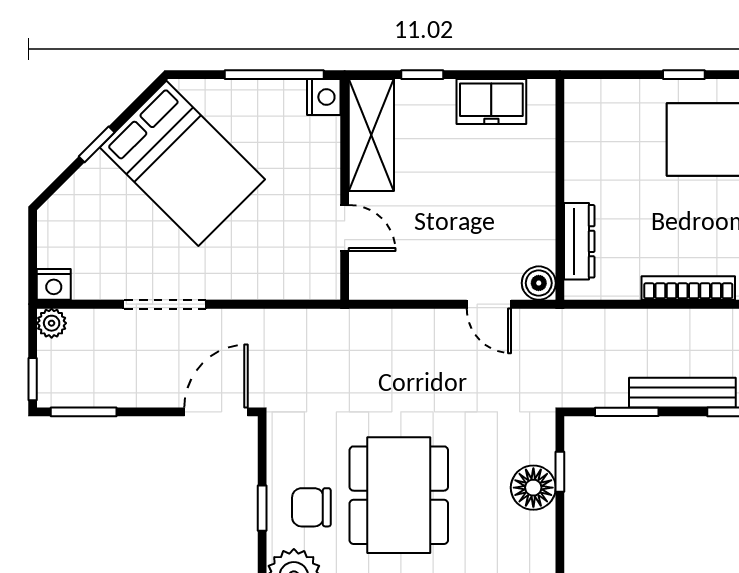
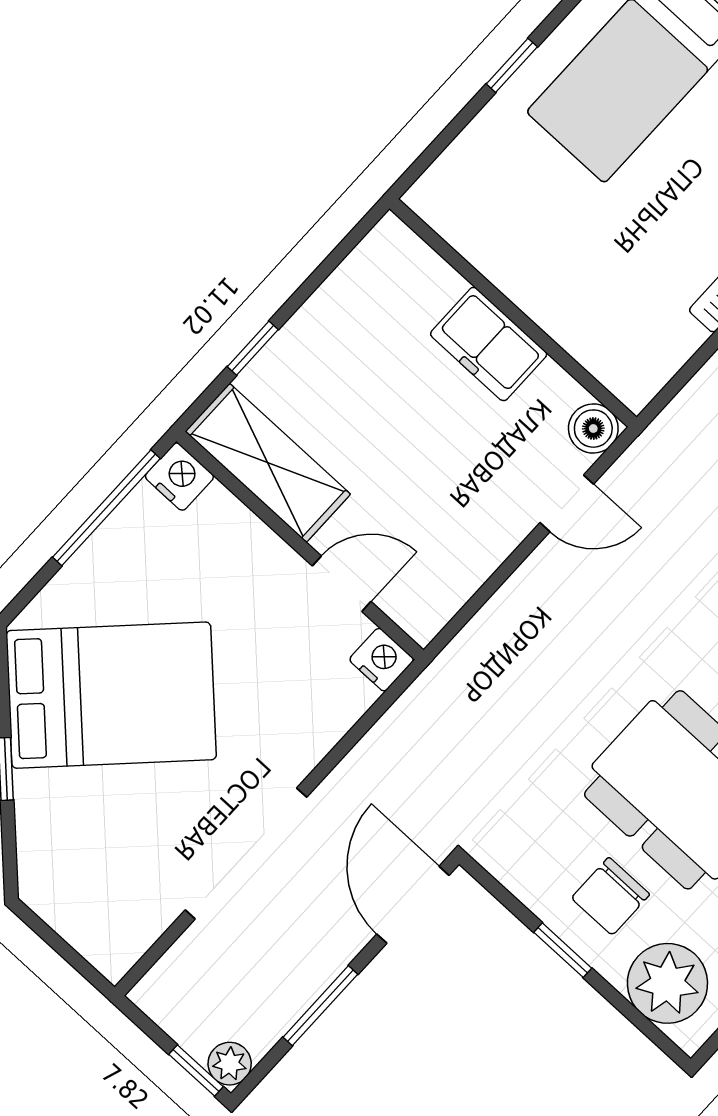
freezer: (491, 102) -> (489, 344), moved, turned 90
dresser: (579, 241) -> (588, 343), removed
nightstand: (54, 284) -> (382, 660), moved, turned -90
doorway: (165, 304) -> (246, 854), width x1.36
plant: (52, 323) -> (230, 1064), moved
window: (84, 412) -> (320, 1006), moved

